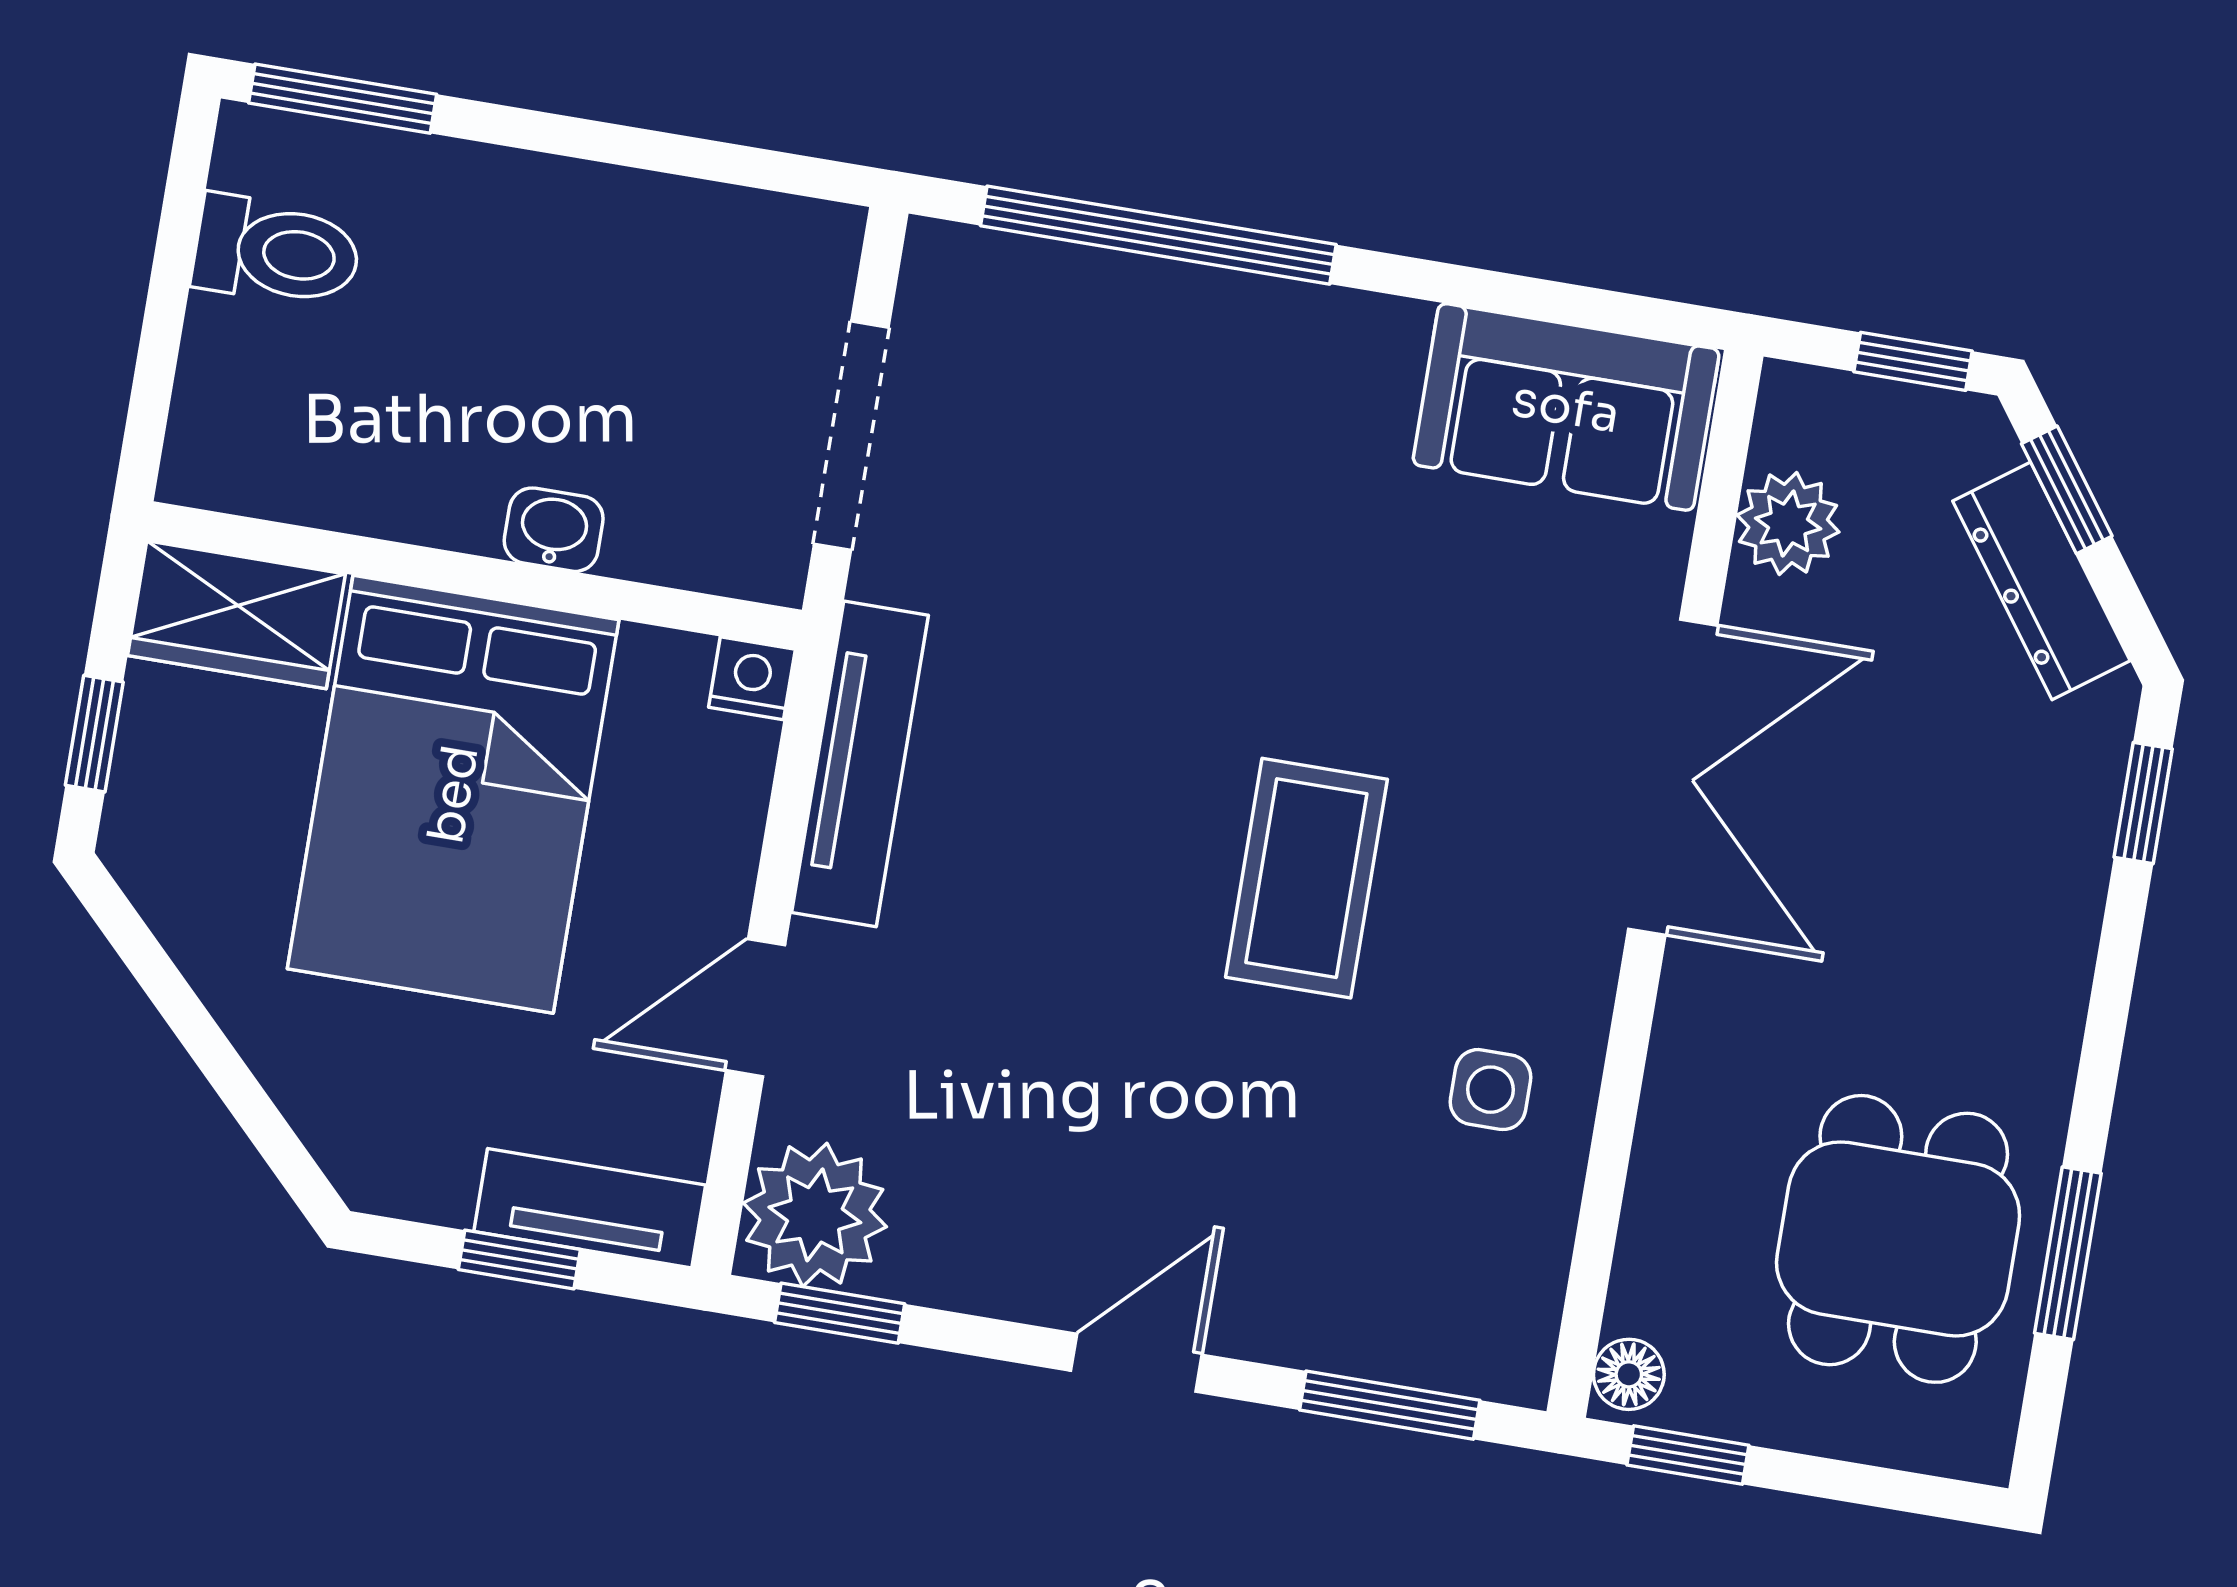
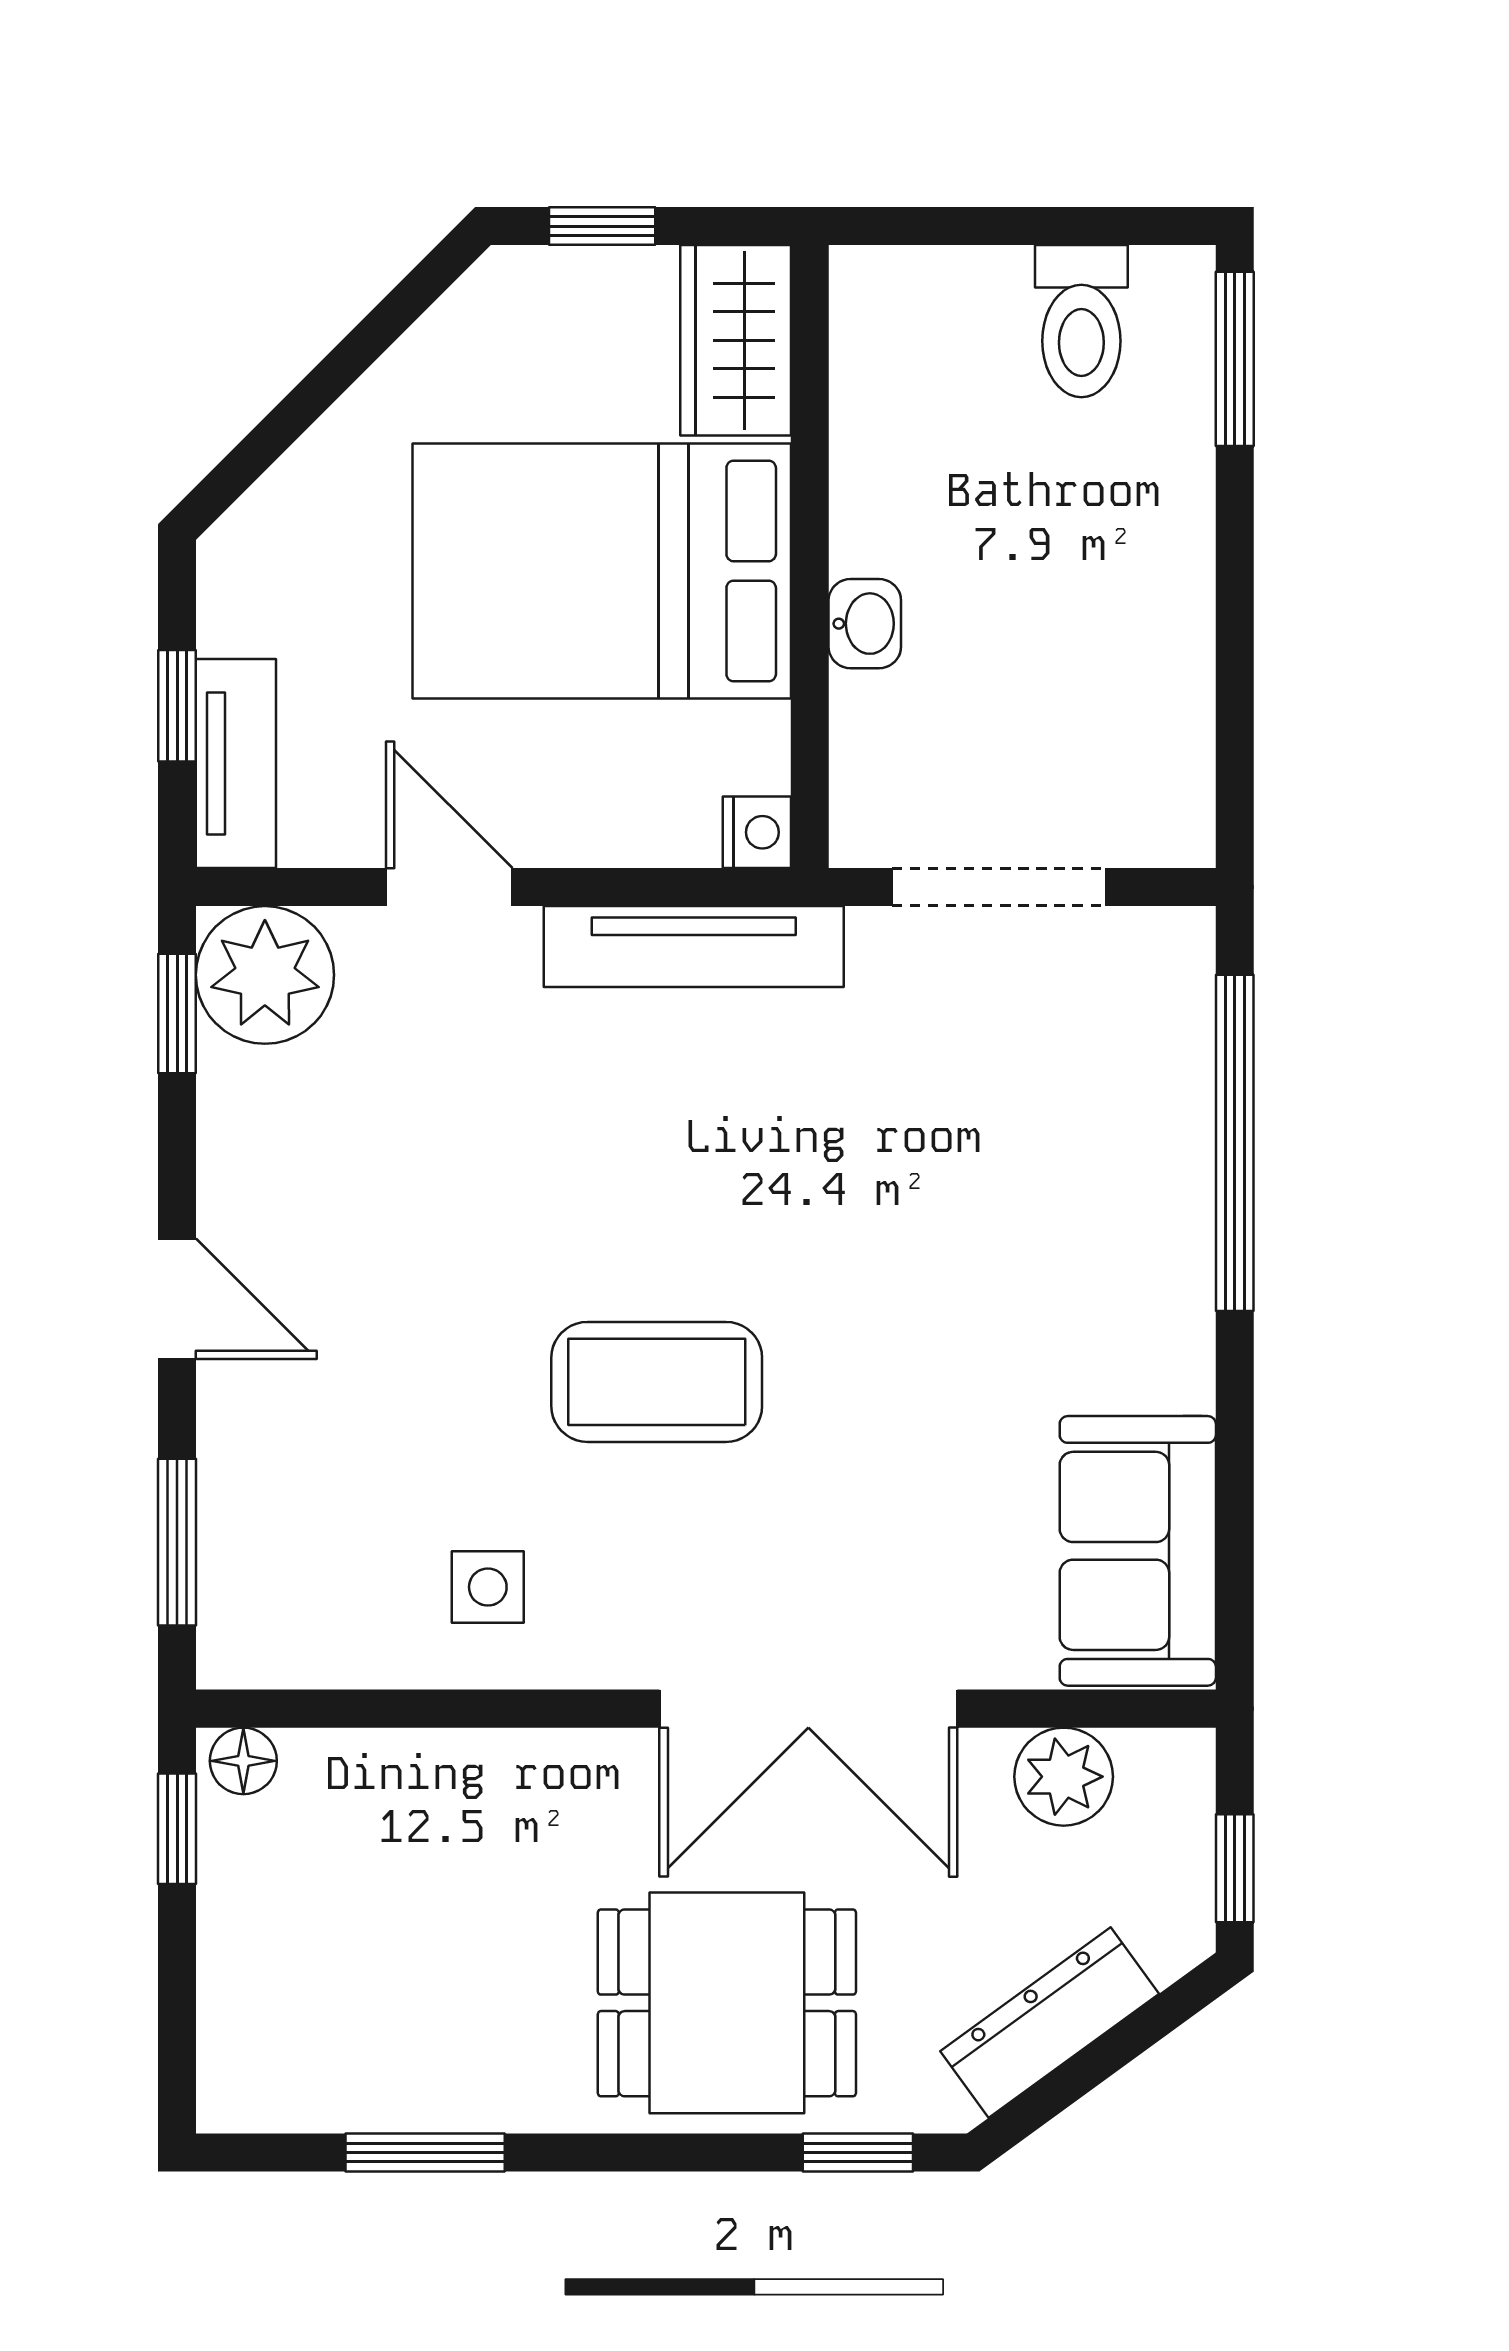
window: (2067, 490) -> (1139, 2032), removed
dining table: (1898, 1239) -> (727, 2003), moved

